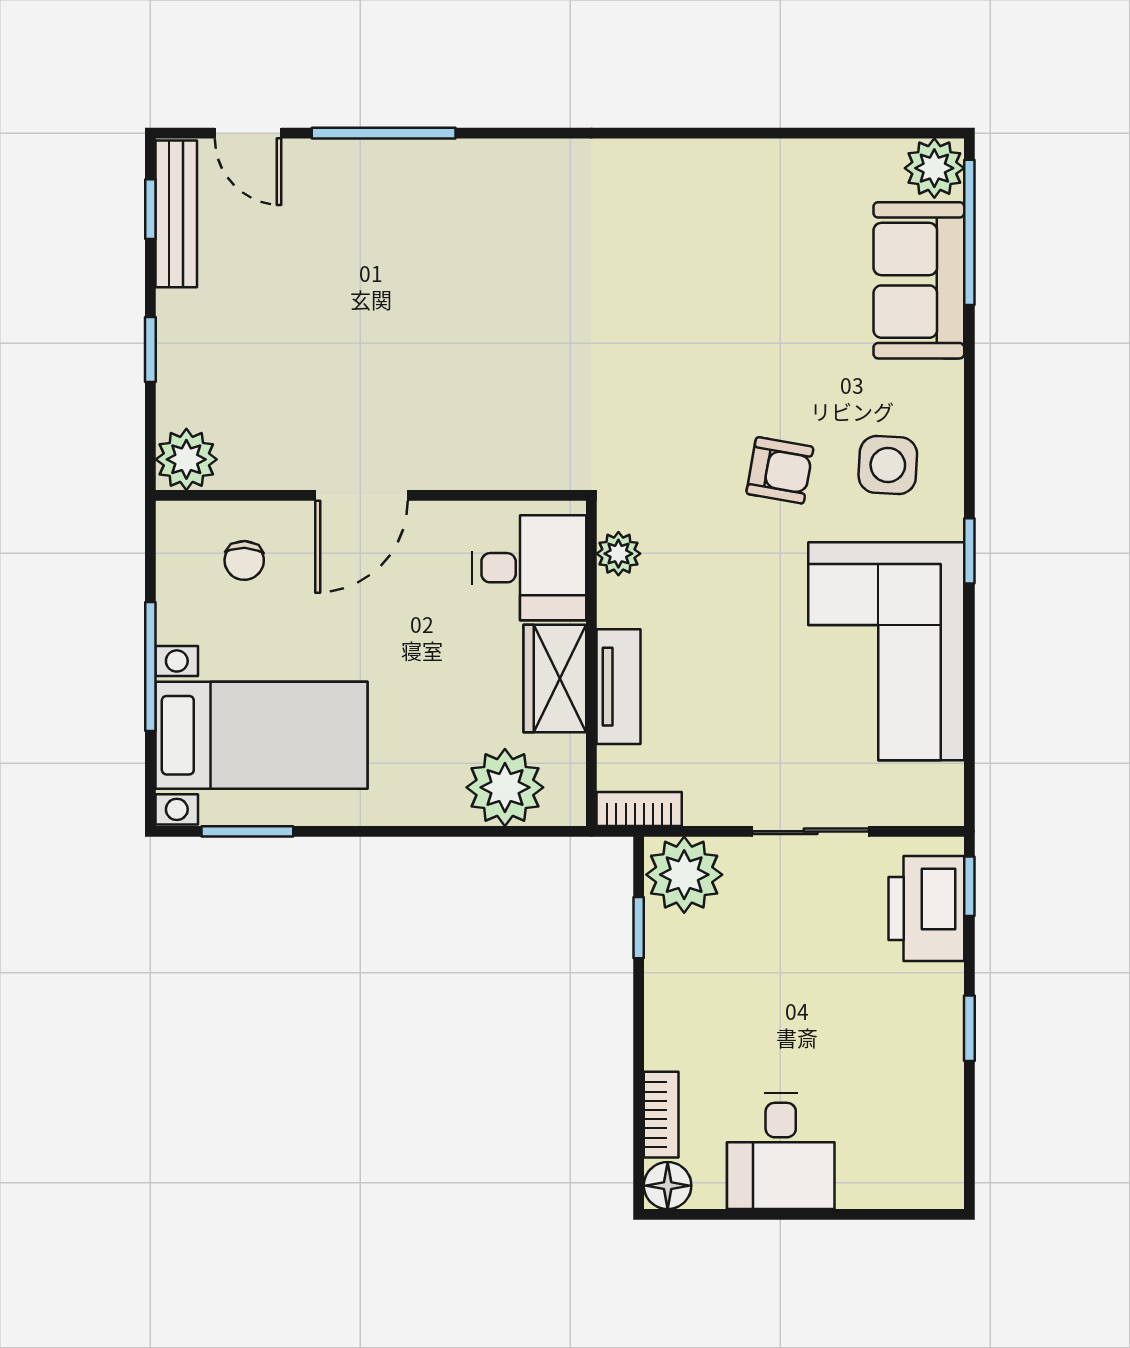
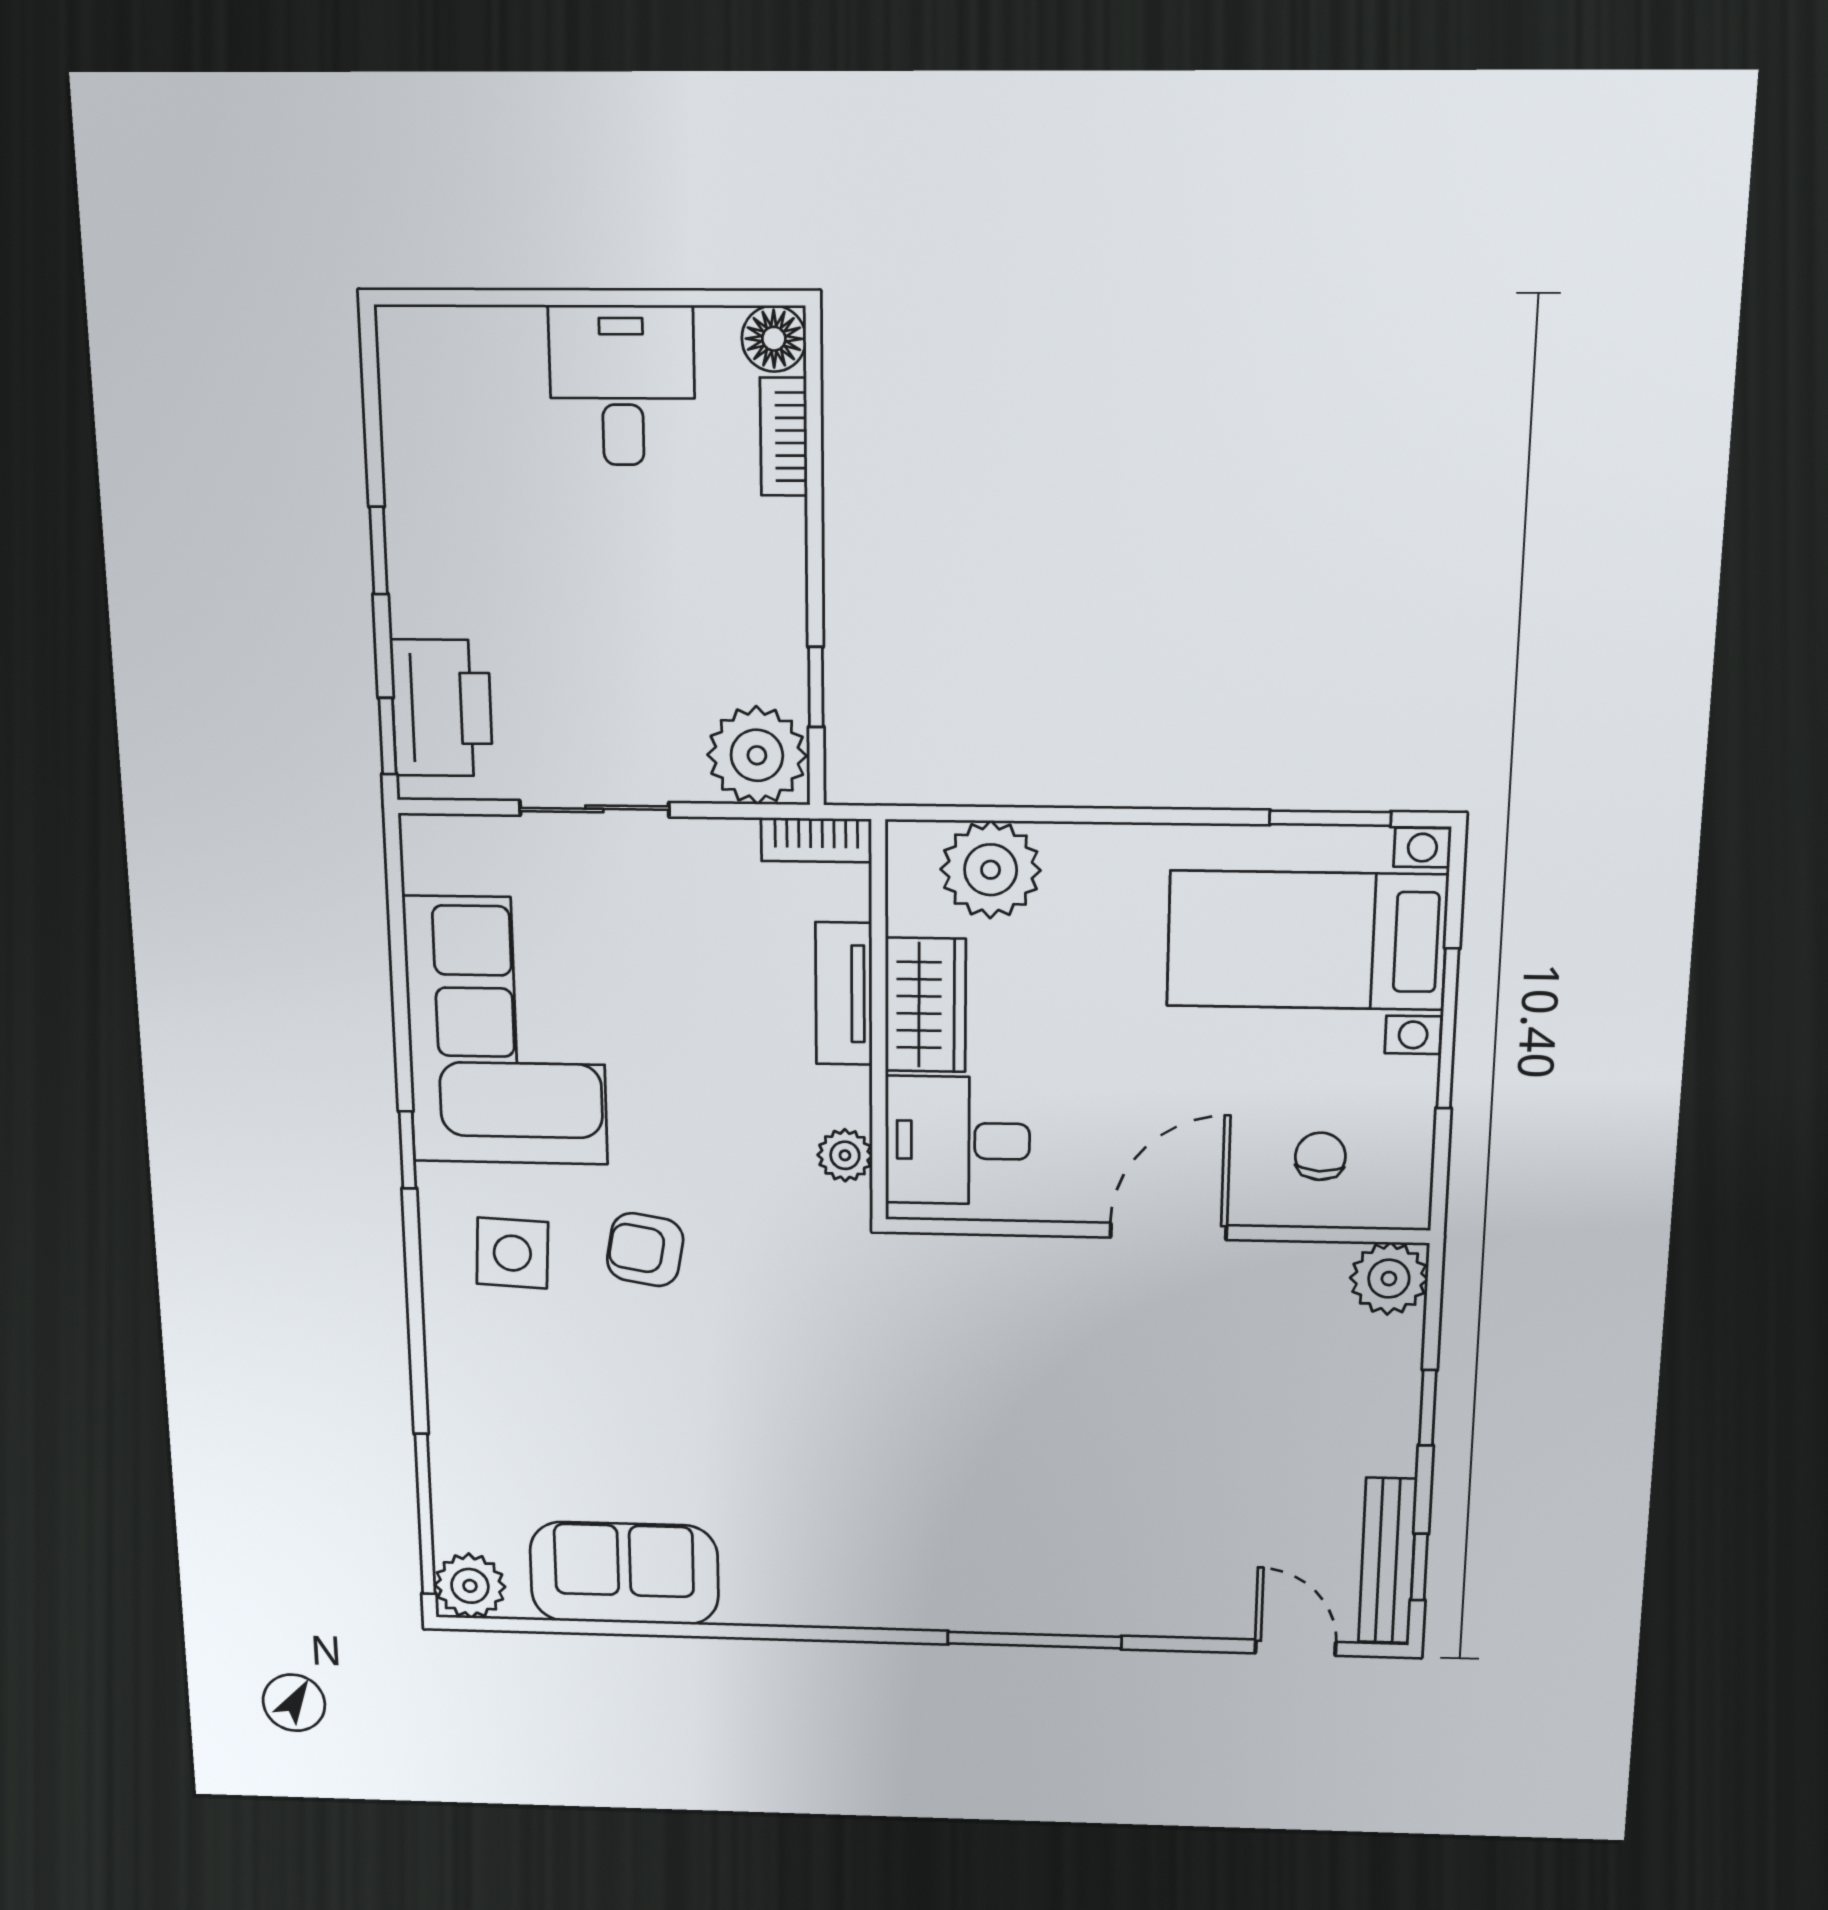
window: (384, 133) -> (1034, 1640), moved
sofa: (919, 280) -> (624, 1573), moved, turned -90

